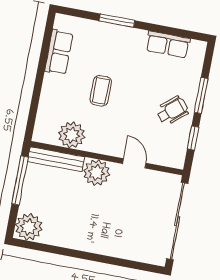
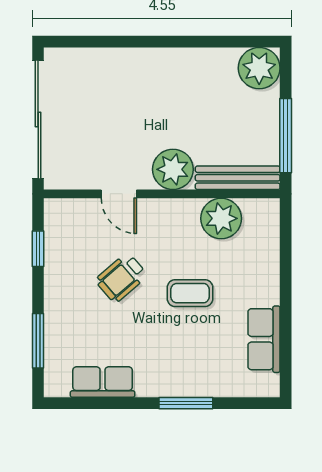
coffee table: (101, 91) -> (190, 293), turned 90
window: (201, 96) -> (38, 341), moved
wheelchair: (172, 111) -> (121, 278), moved

